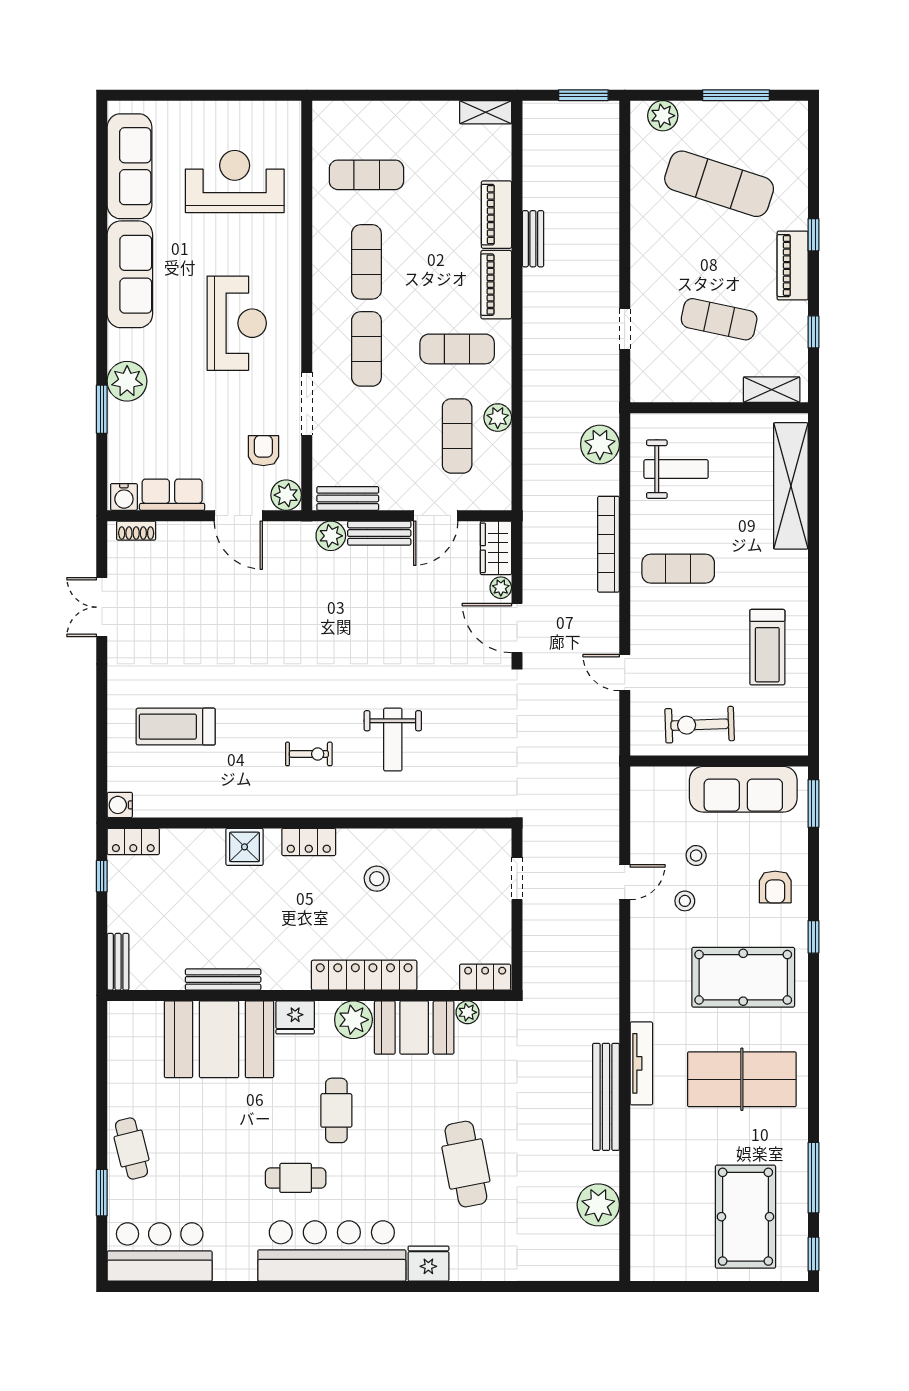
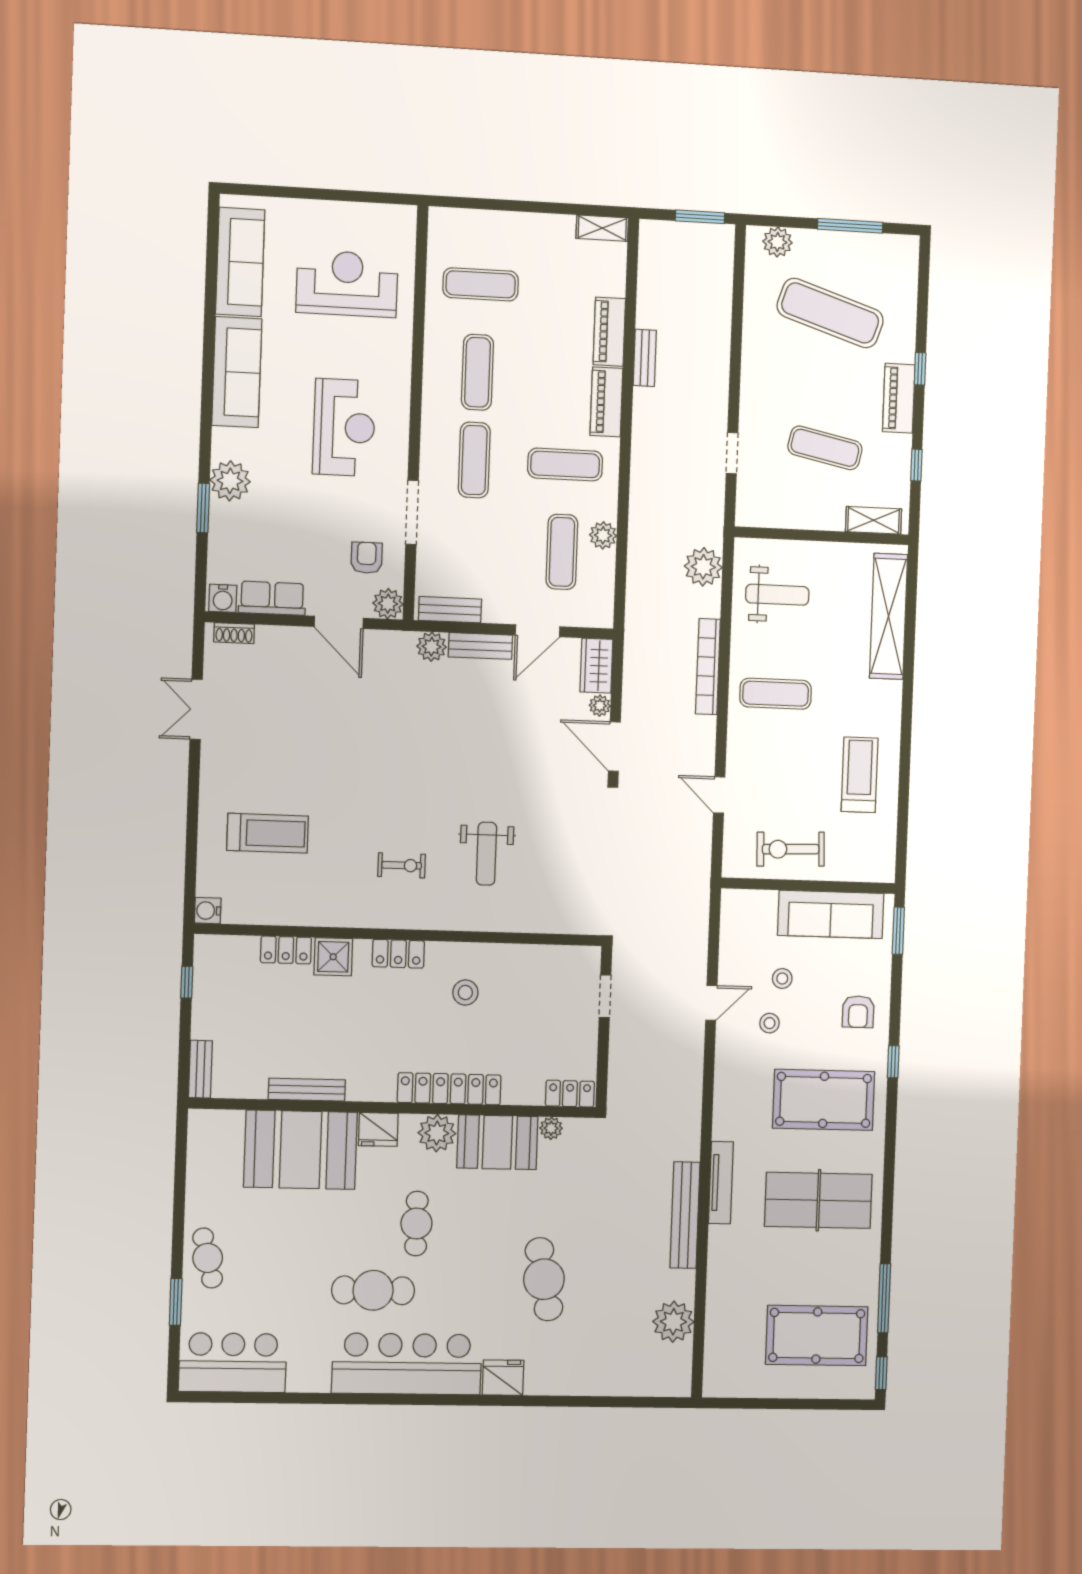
treadmill: (767, 647) -> (860, 775), turned 180
treadmill: (176, 727) -> (268, 833), turned 180
locker: (133, 841) -> (286, 950), moved
cafe table: (296, 1178) -> (373, 1290), width x1.37, depth x1.35
pool table: (745, 1217) -> (817, 1336), turned 90

